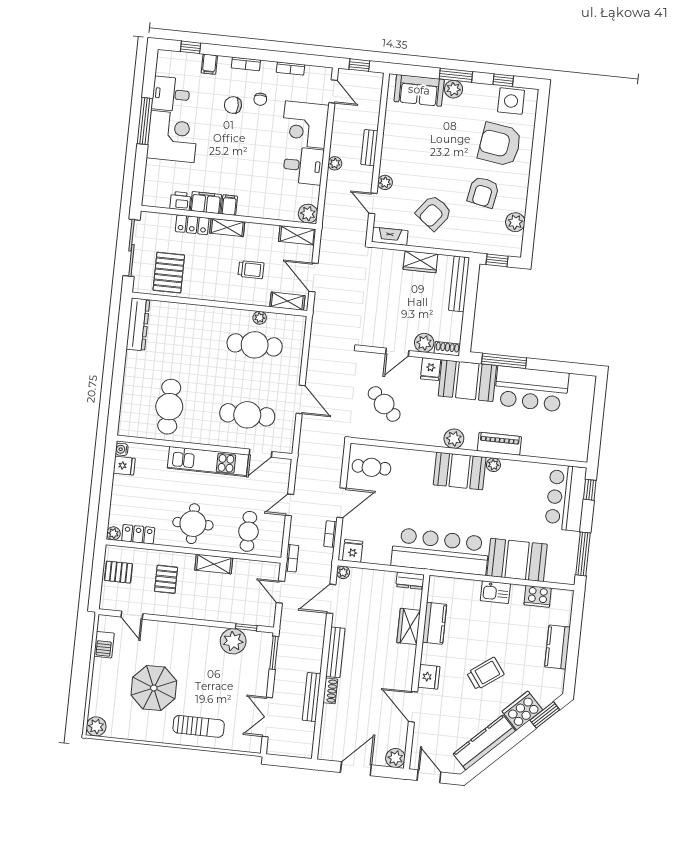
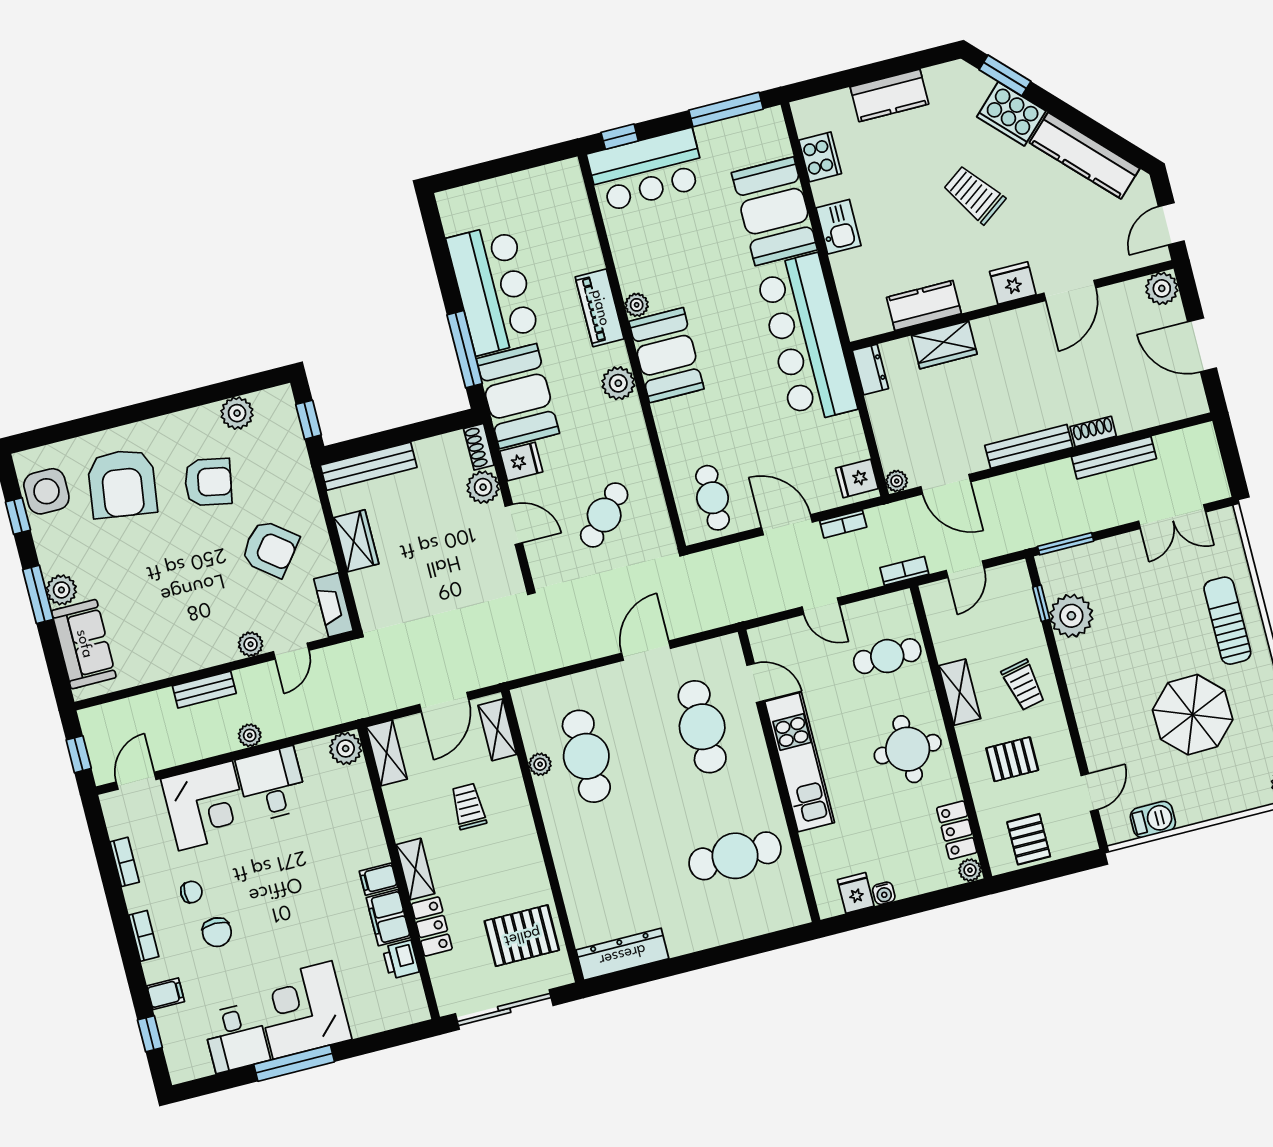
water cooler: (122, 449) -> (884, 893), moved
trolley: (205, 601) -> (1023, 685), added

